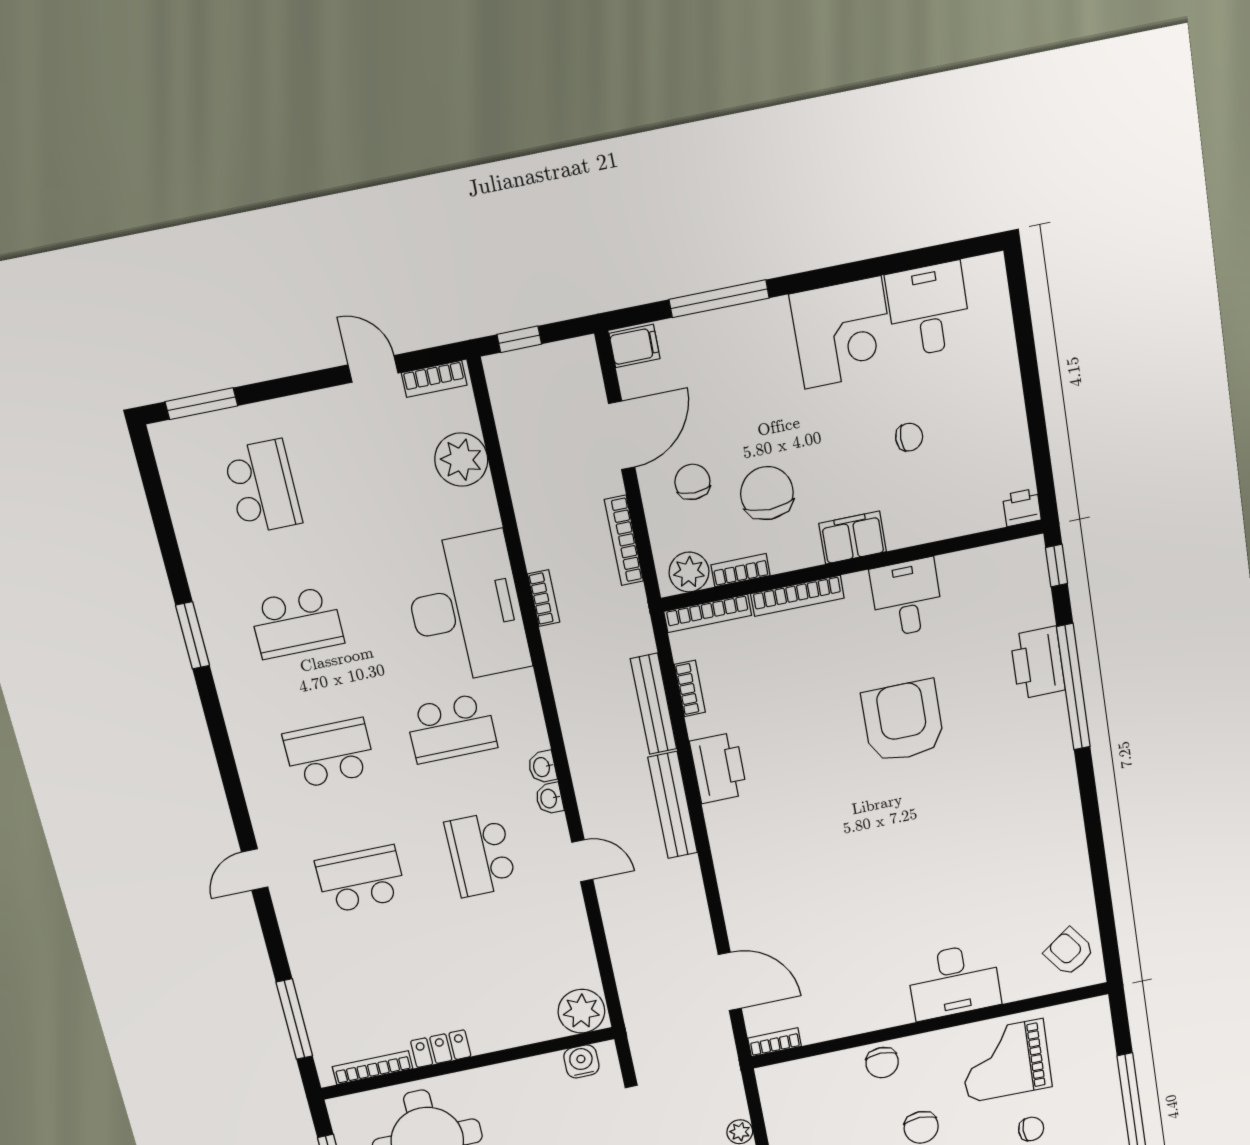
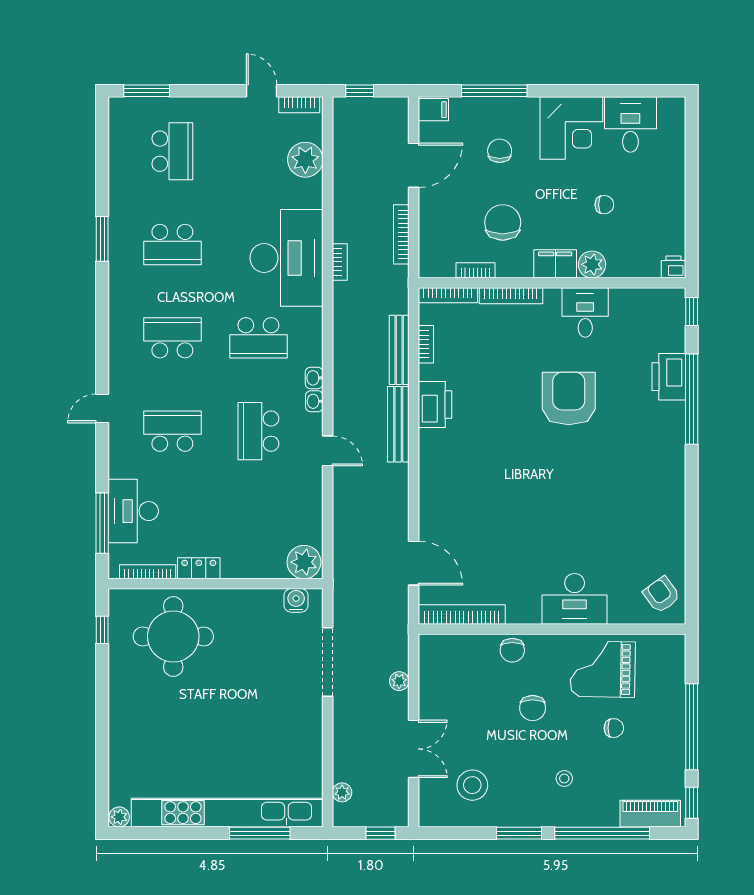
chair: (692, 482) -> (500, 151), moved
plant: (689, 572) -> (592, 264), moved
desk: (333, 995) -> (133, 511), added
bookcase: (775, 1042) -> (462, 614), width x2.31, depth x1.31

